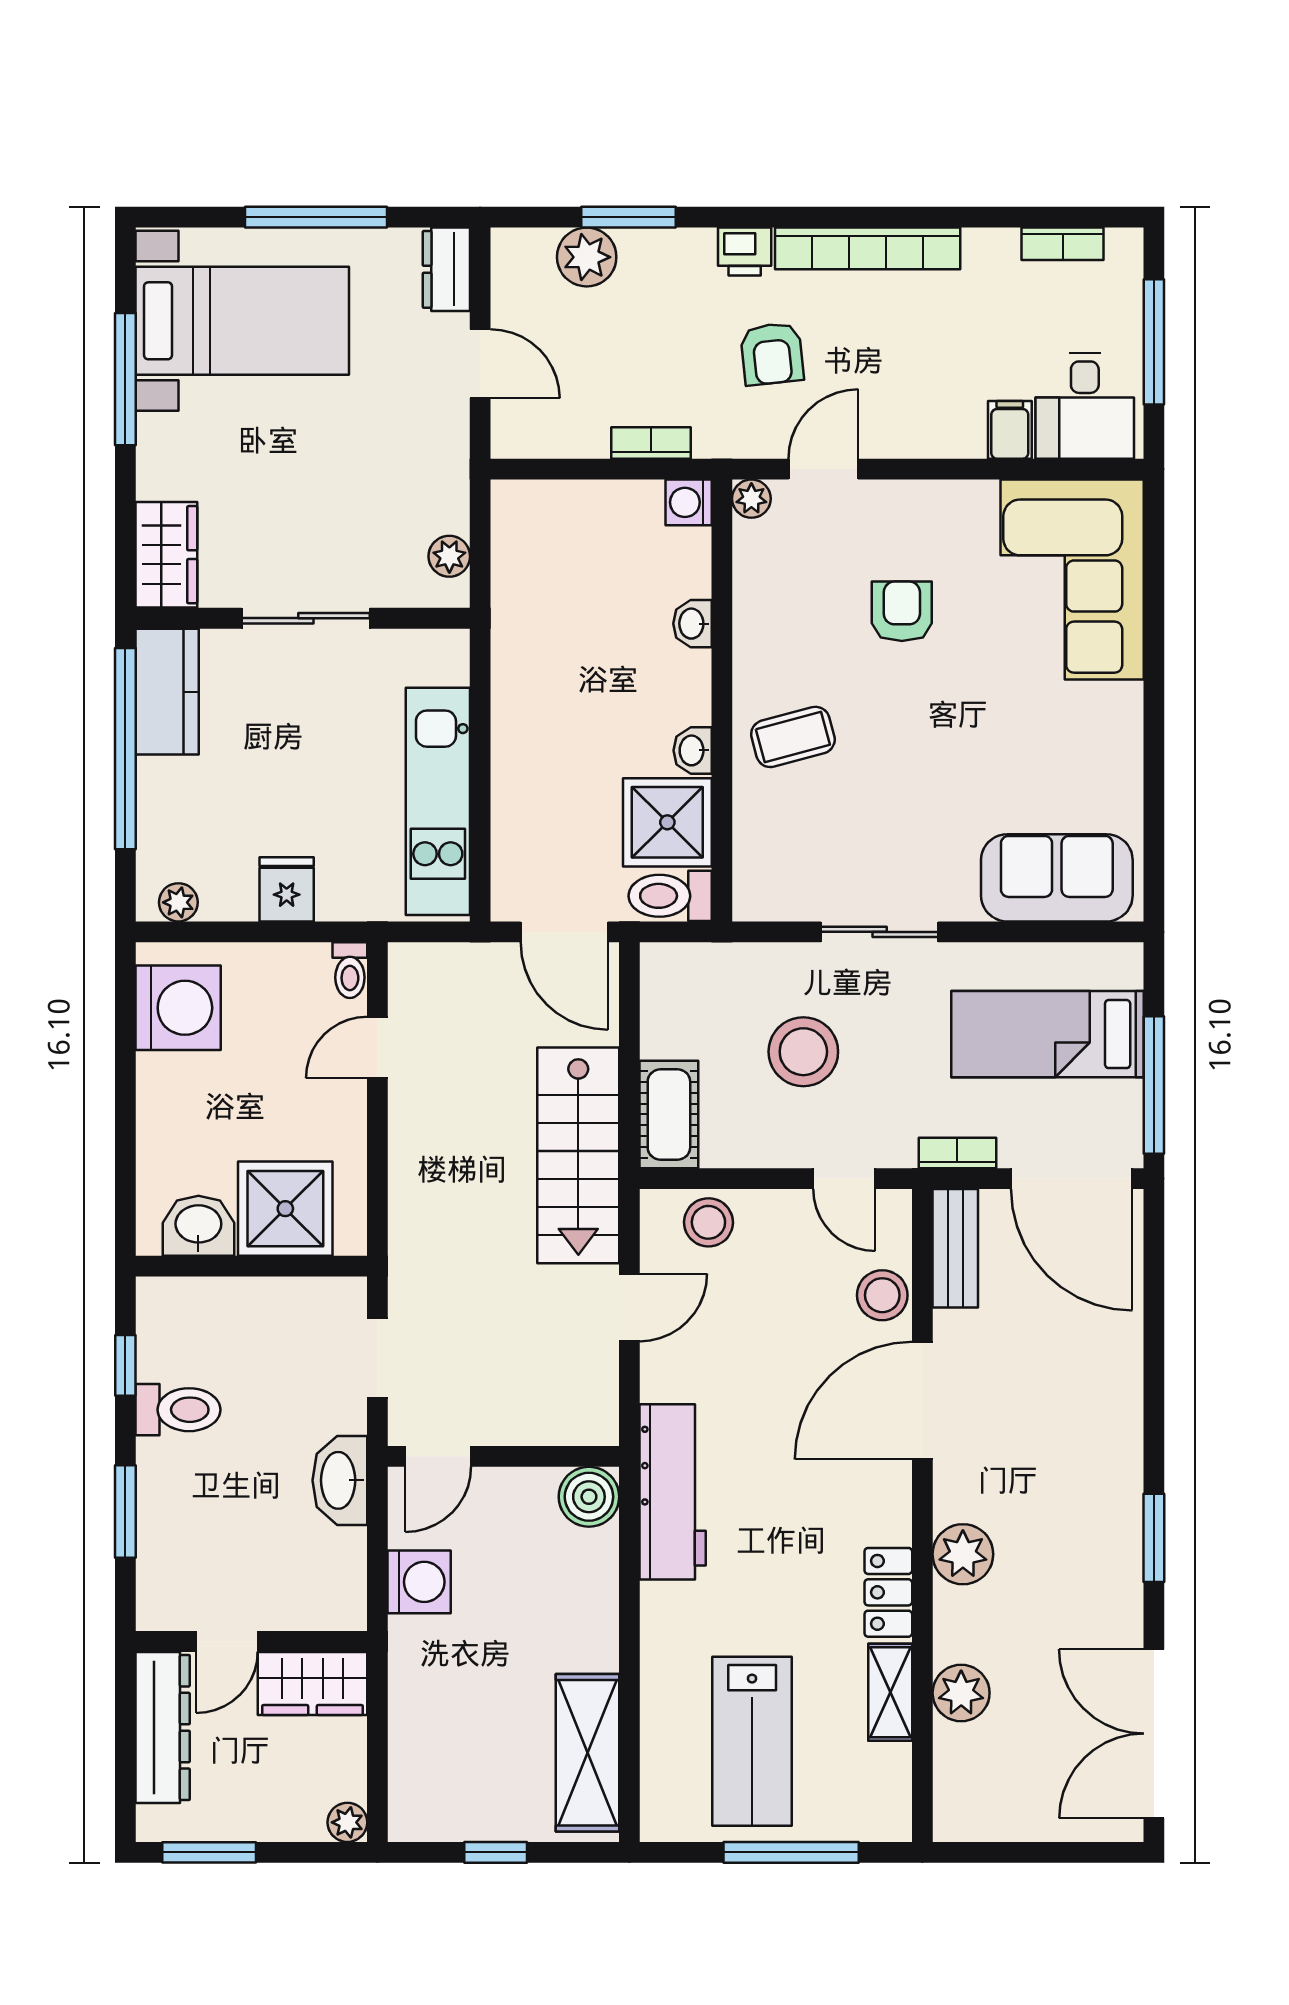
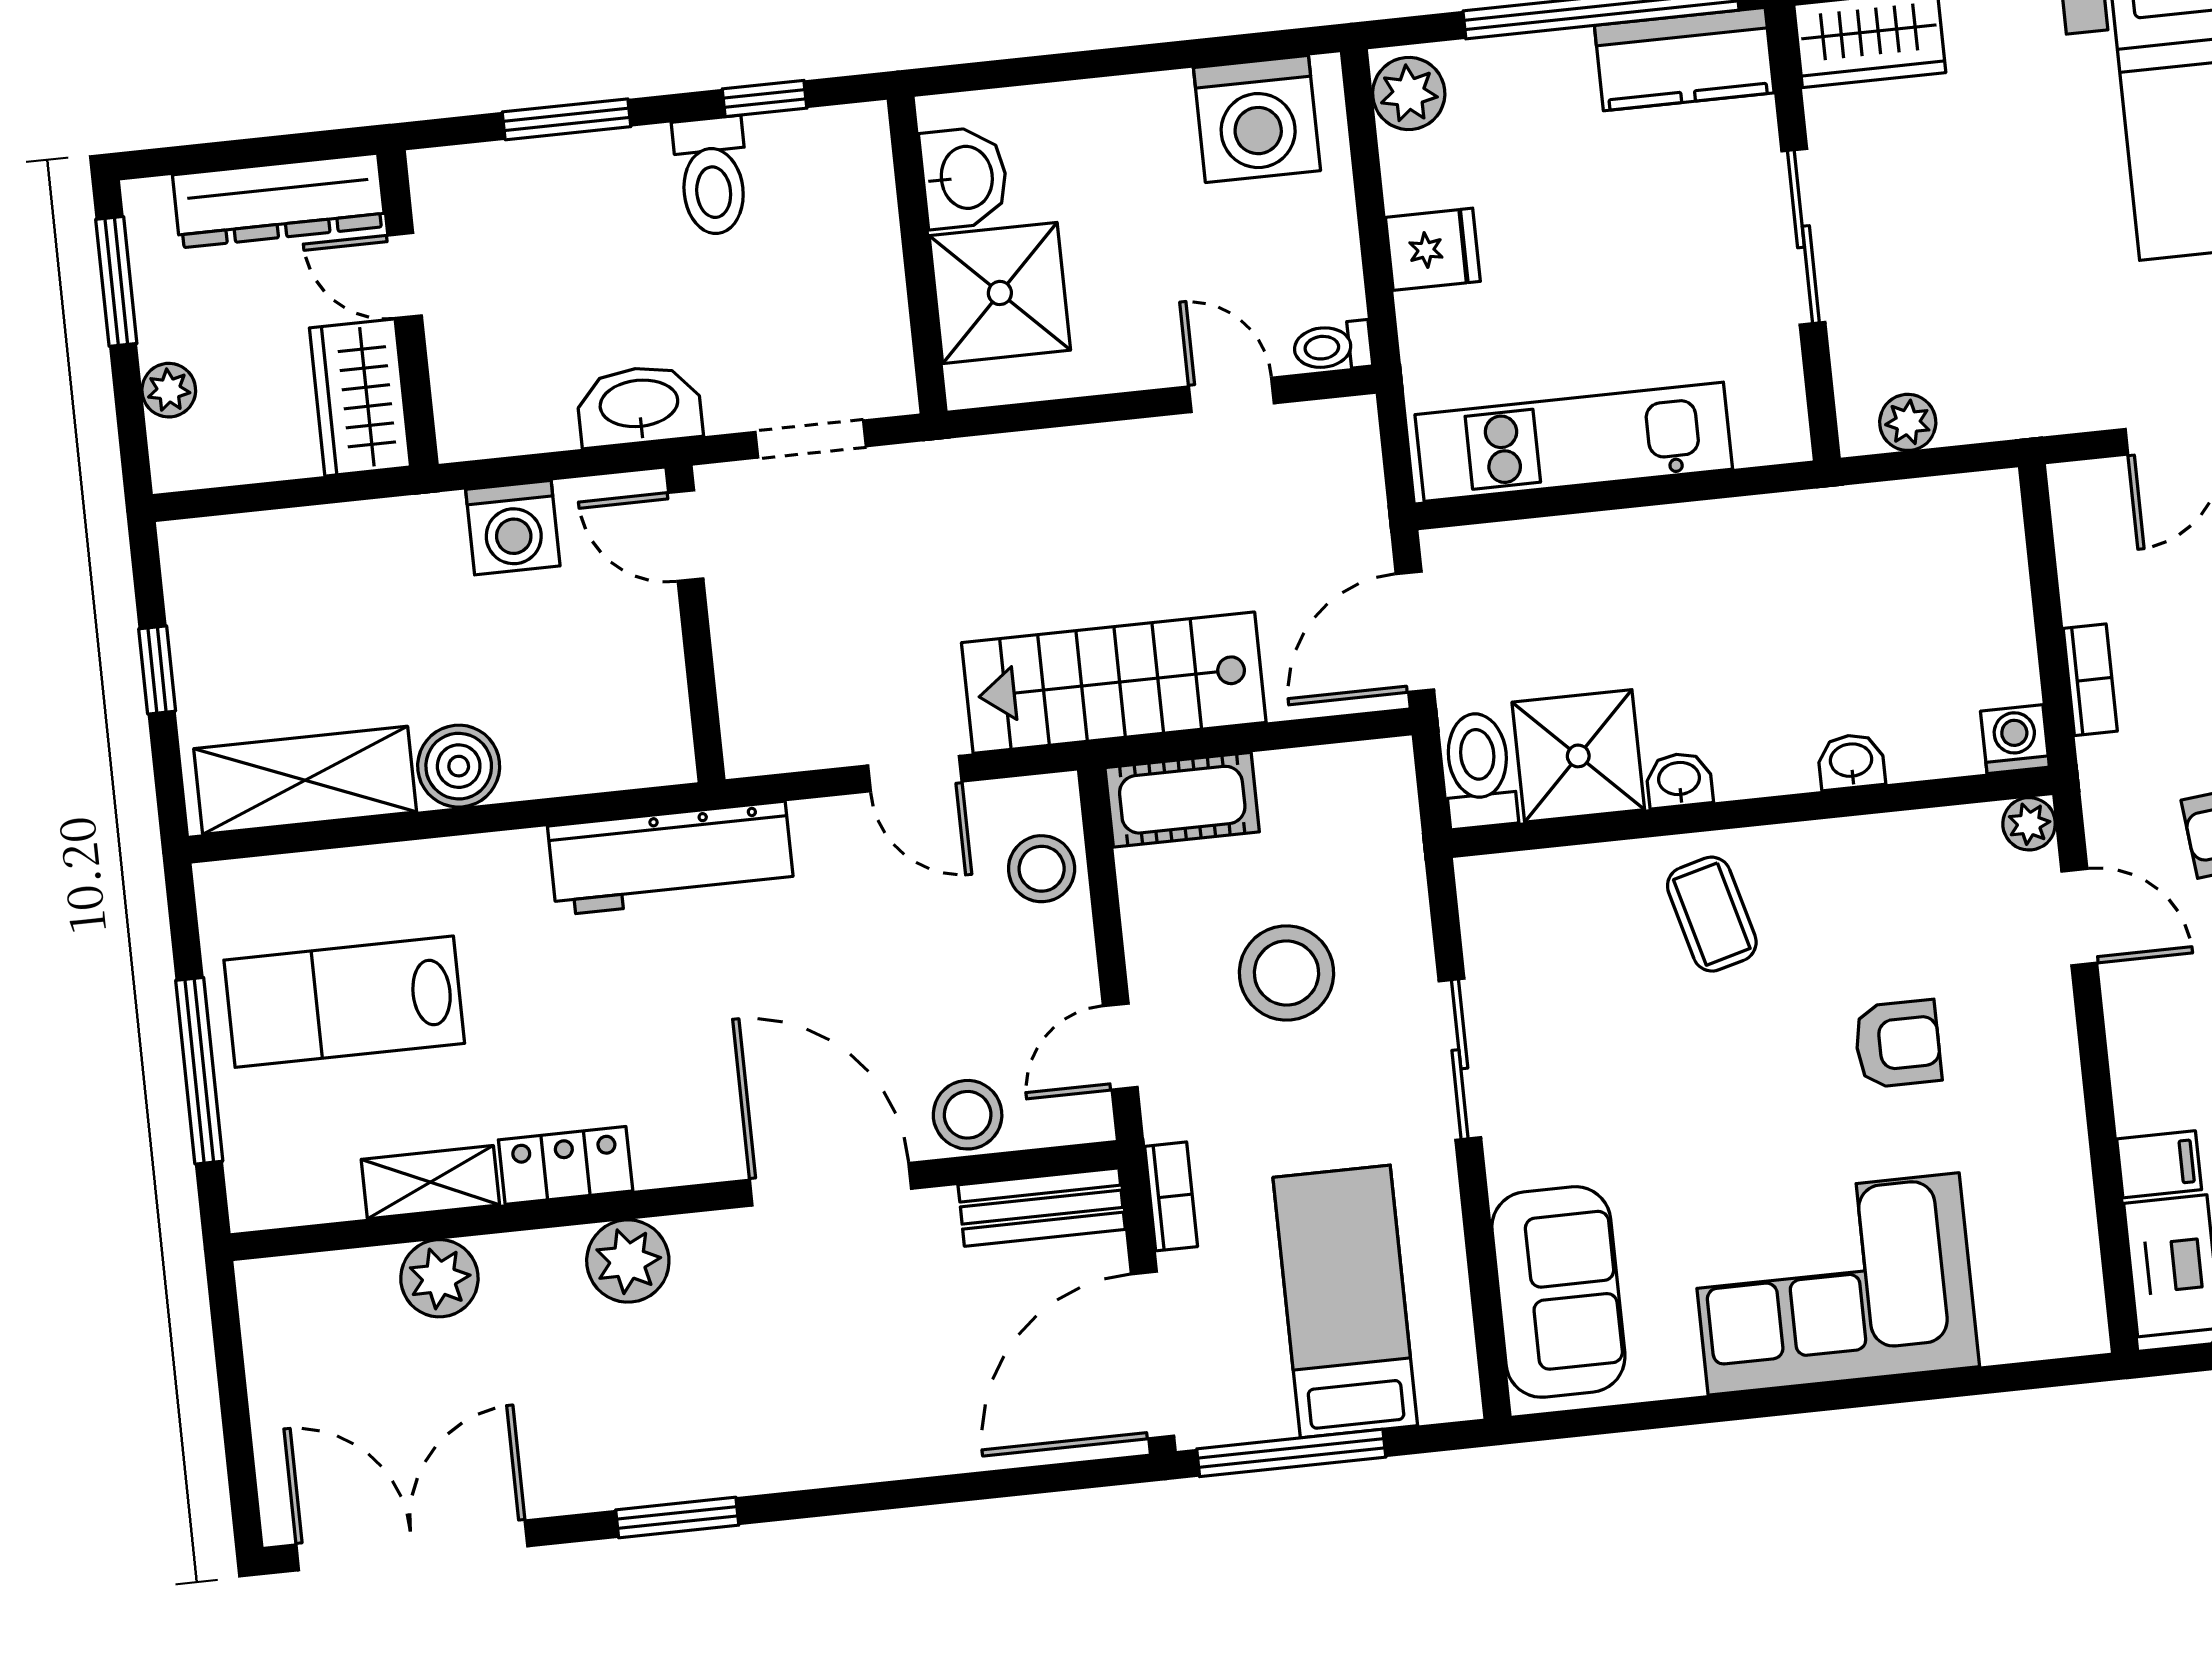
corner sofa: (1072, 580) -> (1834, 1284), moved
plant: (178, 902) -> (1409, 93), width x1.38, depth x1.38
boiler: (589, 1497) -> (459, 766), moved
plant: (347, 1822) -> (169, 390), moved

